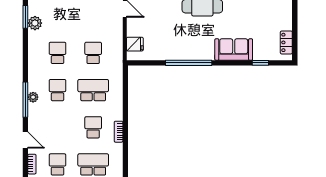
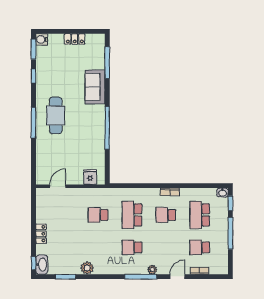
plant: (35, 23) -> (87, 268), moved
locker: (286, 42) -> (75, 39), moved
school desk: (58, 53) -> (98, 247), removed
window: (260, 63) -> (107, 63), width x2.17
plant: (33, 97) -> (152, 270), moved

